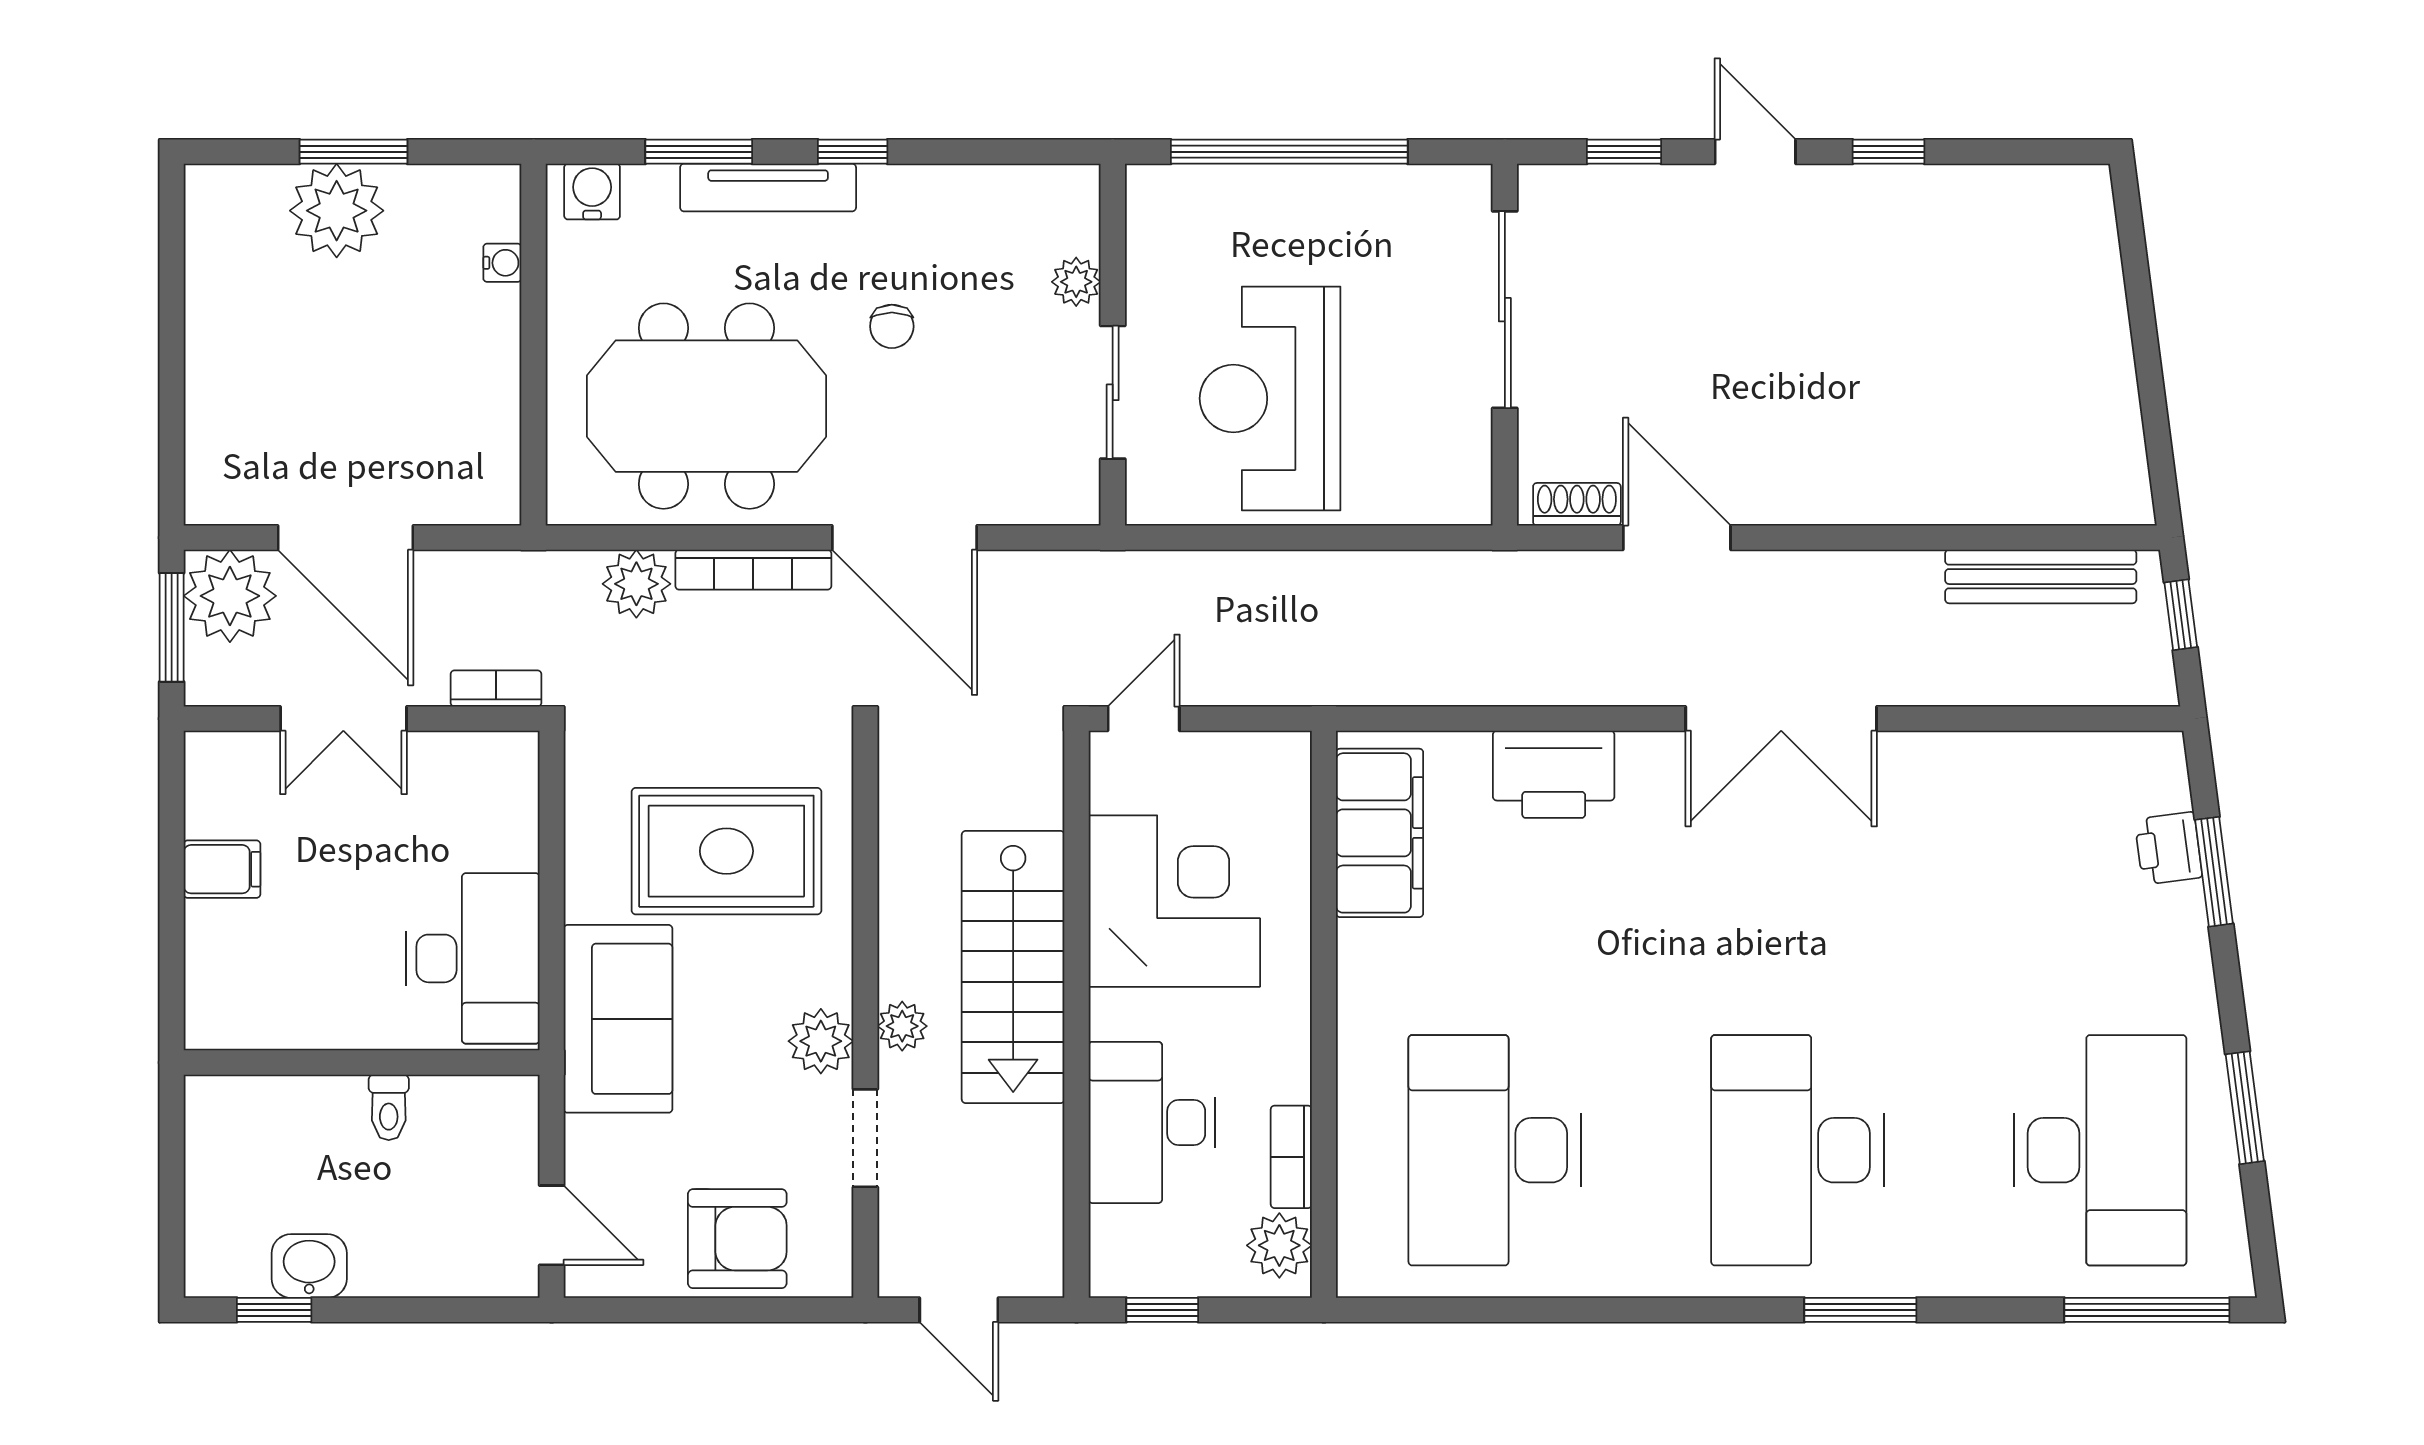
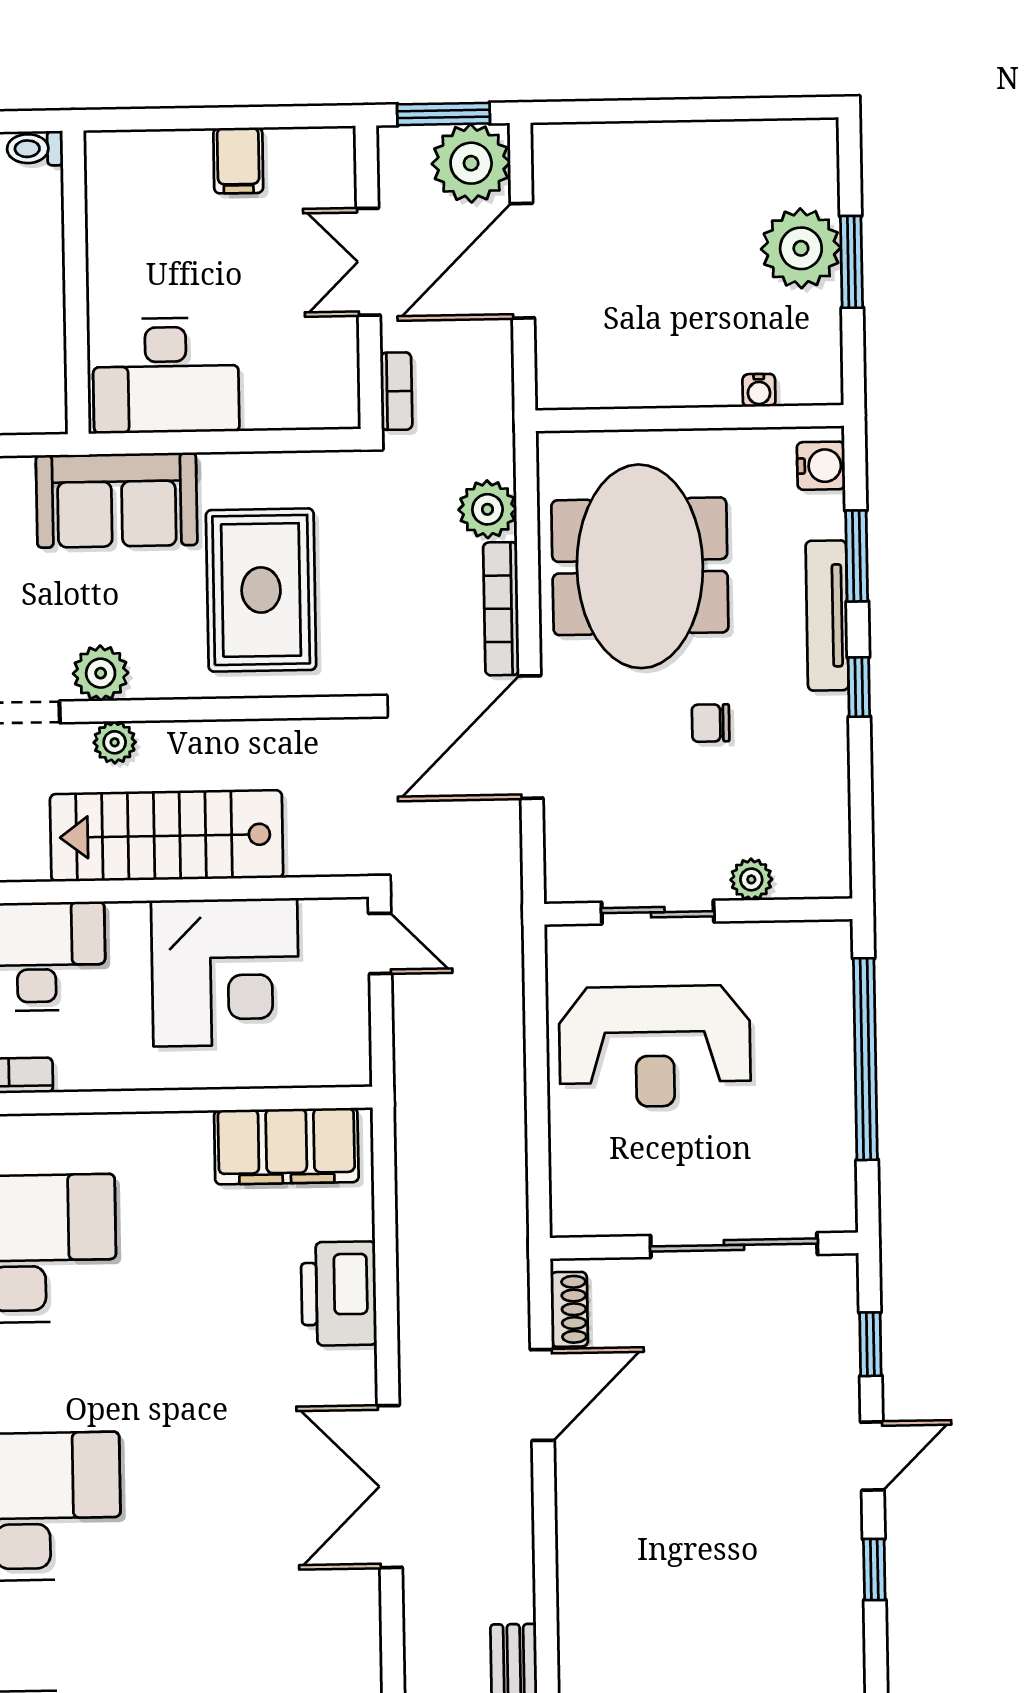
reception desk: (1270, 398) -> (655, 1046), turned 180
toilet: (389, 1107) -> (35, 149), moved

